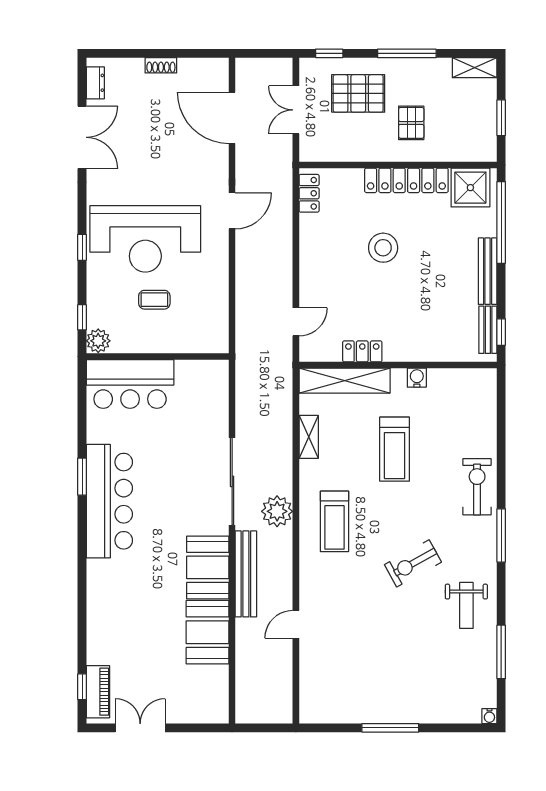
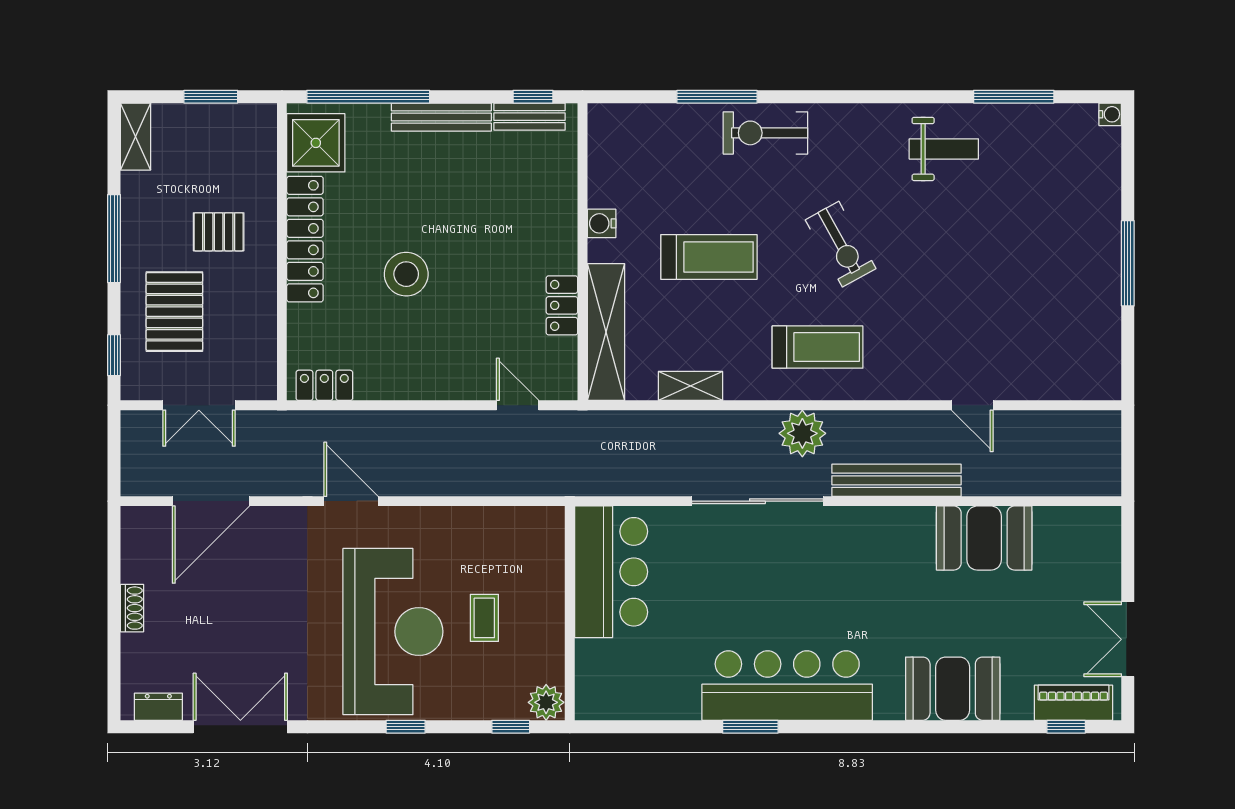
bar counter: (130, 384) -> (611, 572), moved
window: (501, 535) -> (717, 97), moved
exercise bike: (413, 563) -> (841, 244), moved
booth: (208, 567) -> (953, 689), moved

